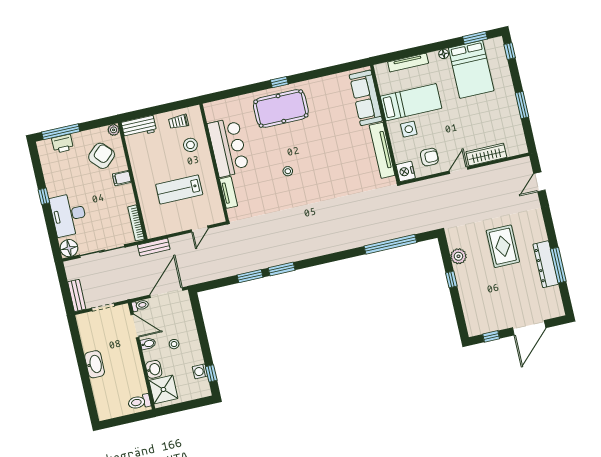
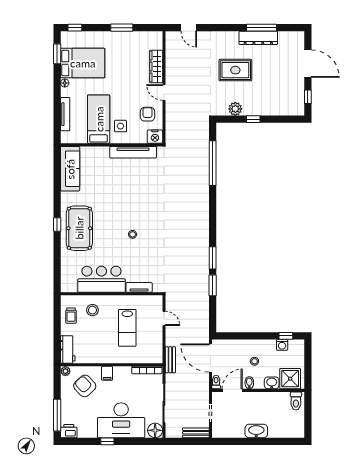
sofa: (366, 98) -> (70, 169), moved, turned -90
printer: (63, 144) -> (69, 431), moved, turned -90
desk: (69, 215) -> (121, 420), width x1.36, depth x1.30

